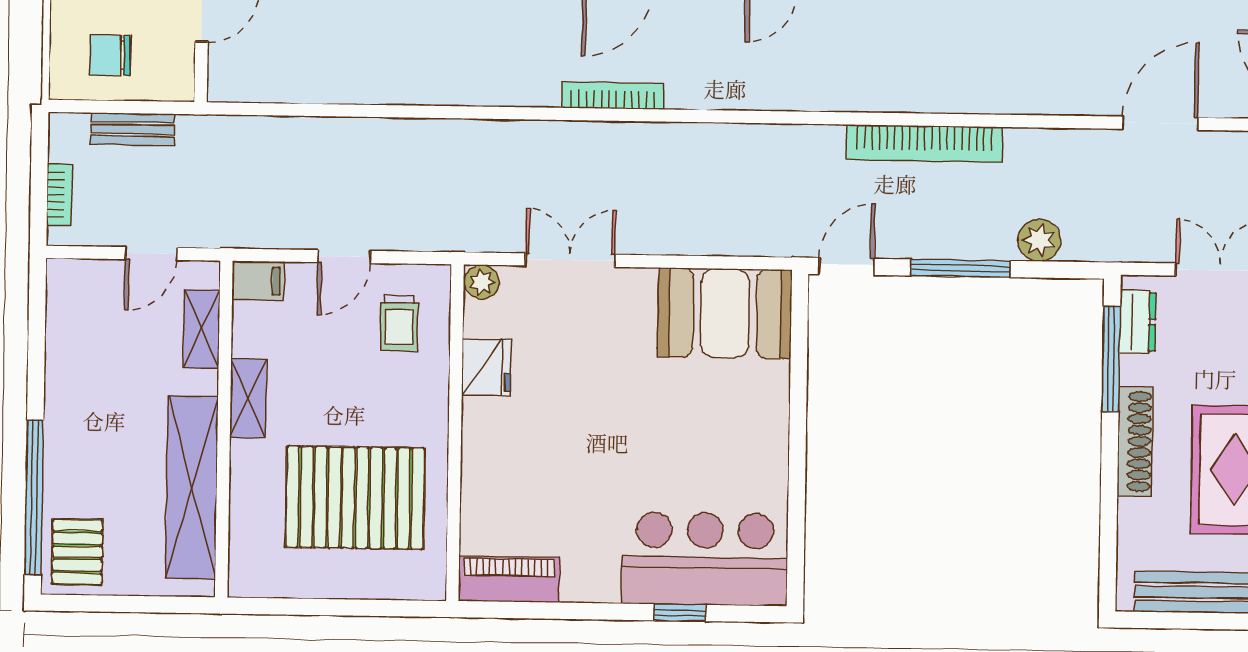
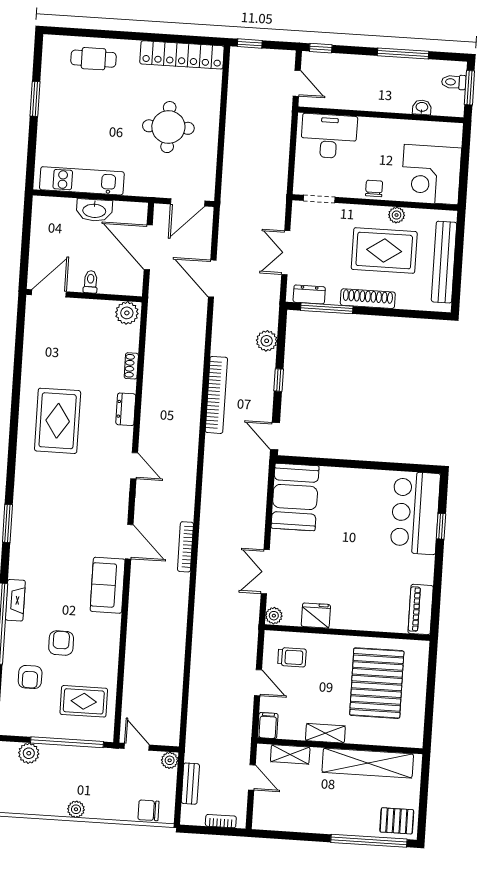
chair: (110, 55) -> (148, 810), moved, turned 90
plant: (178, 85) -> (170, 760), added
window: (961, 268) -> (279, 380), width x0.46

